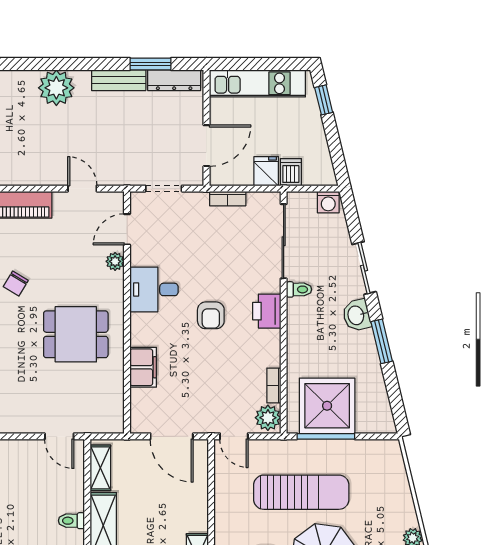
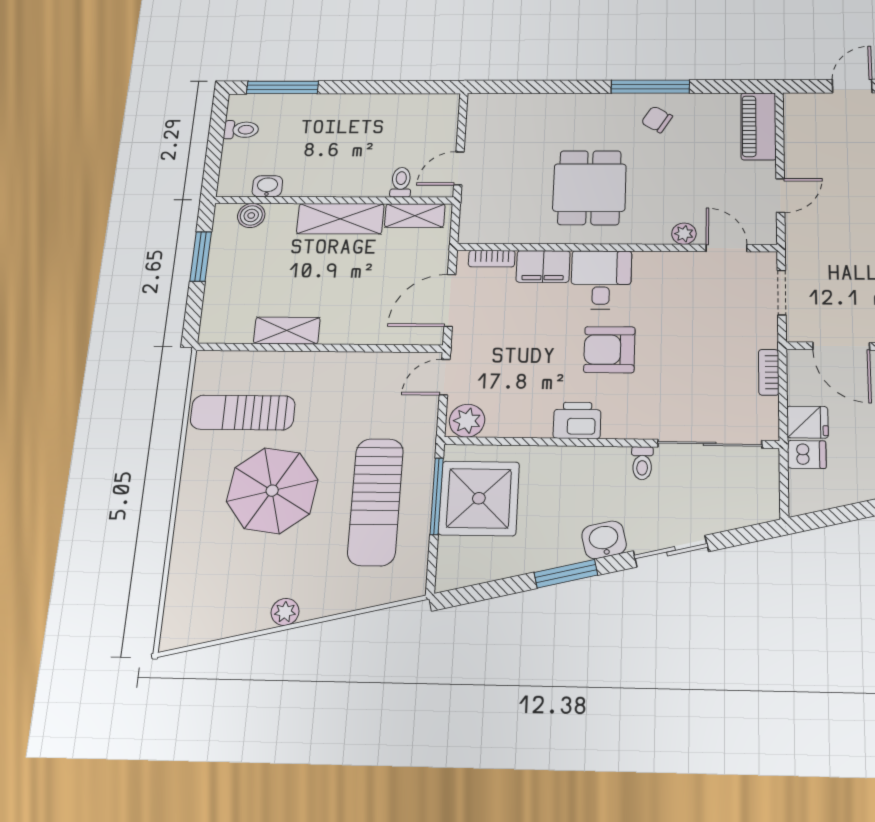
washing machine: (328, 202) -> (765, 504), removed
desk: (154, 289) -> (601, 280), moved
printer: (267, 311) -> (577, 420), moved
armchair: (211, 315) -> (609, 350), width x1.38, depth x1.38
bookcase: (274, 385) -> (492, 259), moved, turned 180
sun lounger: (301, 492) -> (376, 502), moved
toilet: (71, 521) -> (401, 182), moved

